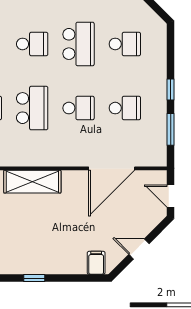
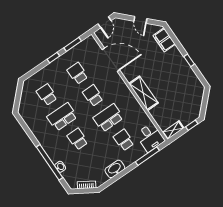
filing cabinet: (96, 263) -> (164, 40), width x2.00

